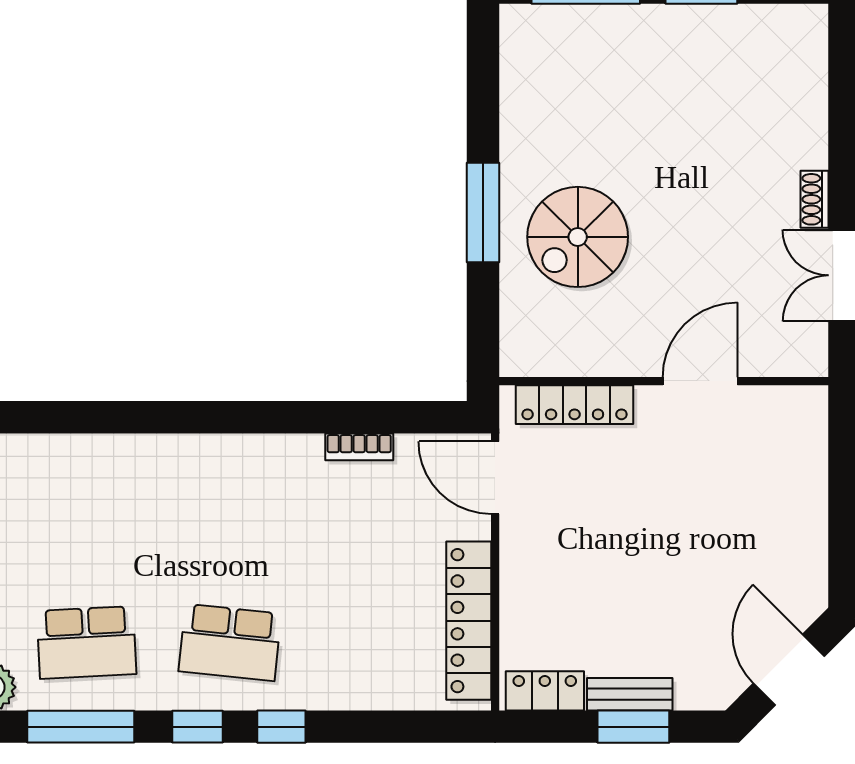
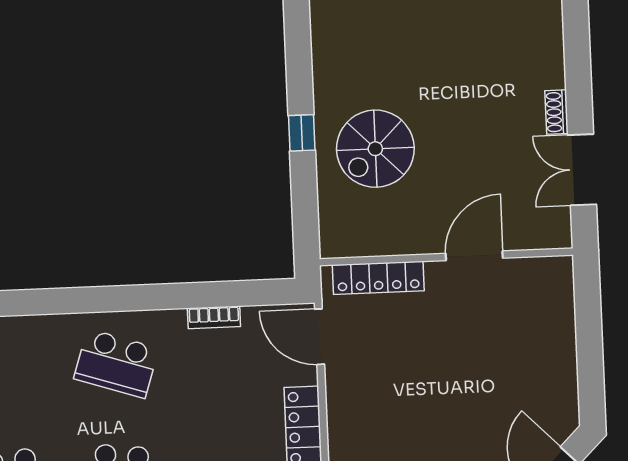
window: (483, 213) -> (302, 133), width x0.46
school desk: (230, 501) -> (116, 363), added

